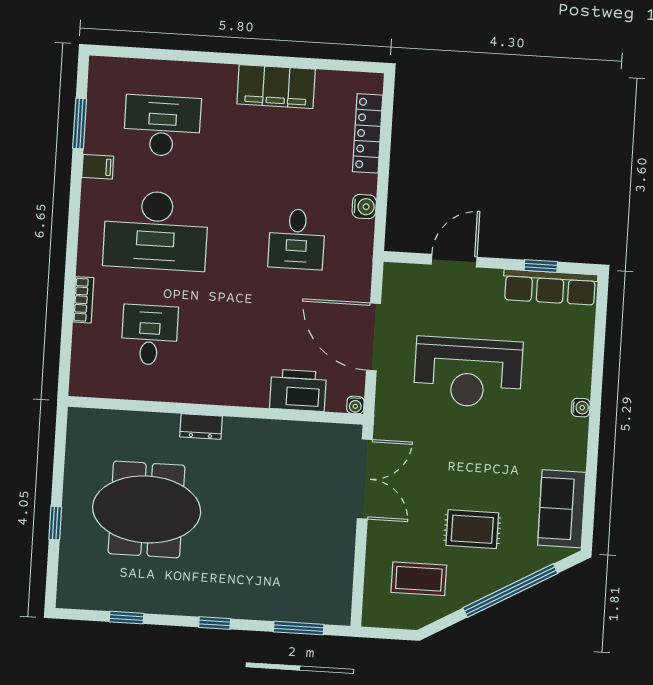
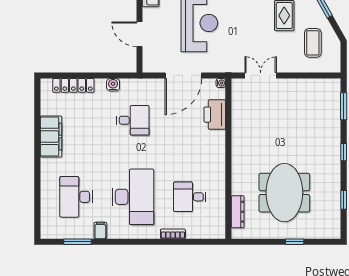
dresser: (201, 426) -> (238, 212), moved, width x1.44
double door: (365, 479) -> (261, 75), width x0.73

